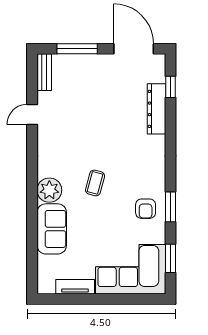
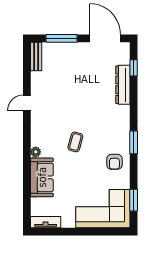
door: (32, 114) -> (27, 103), moved
plant: (49, 190) -> (36, 152), width x0.53, depth x0.53
window: (171, 207) -> (134, 142), moved
tv unit: (75, 287) -> (46, 222), moved

